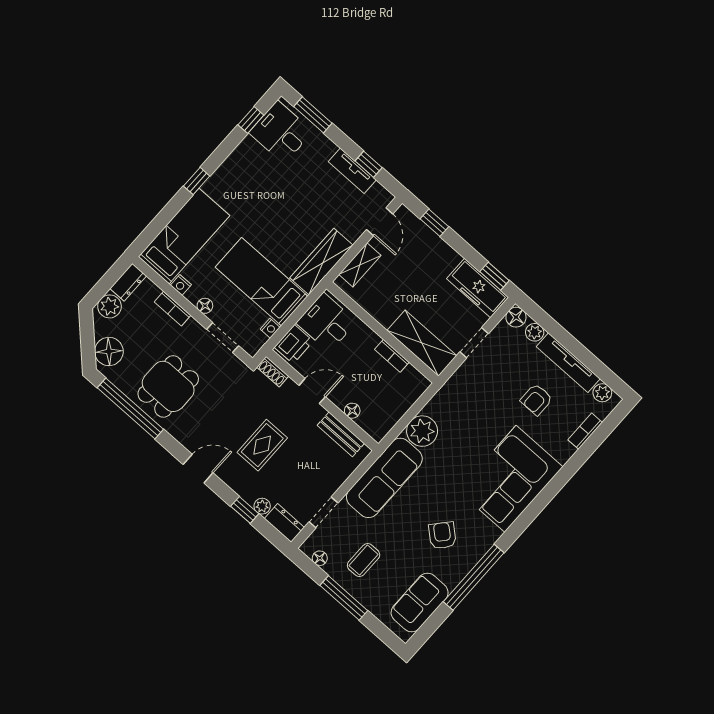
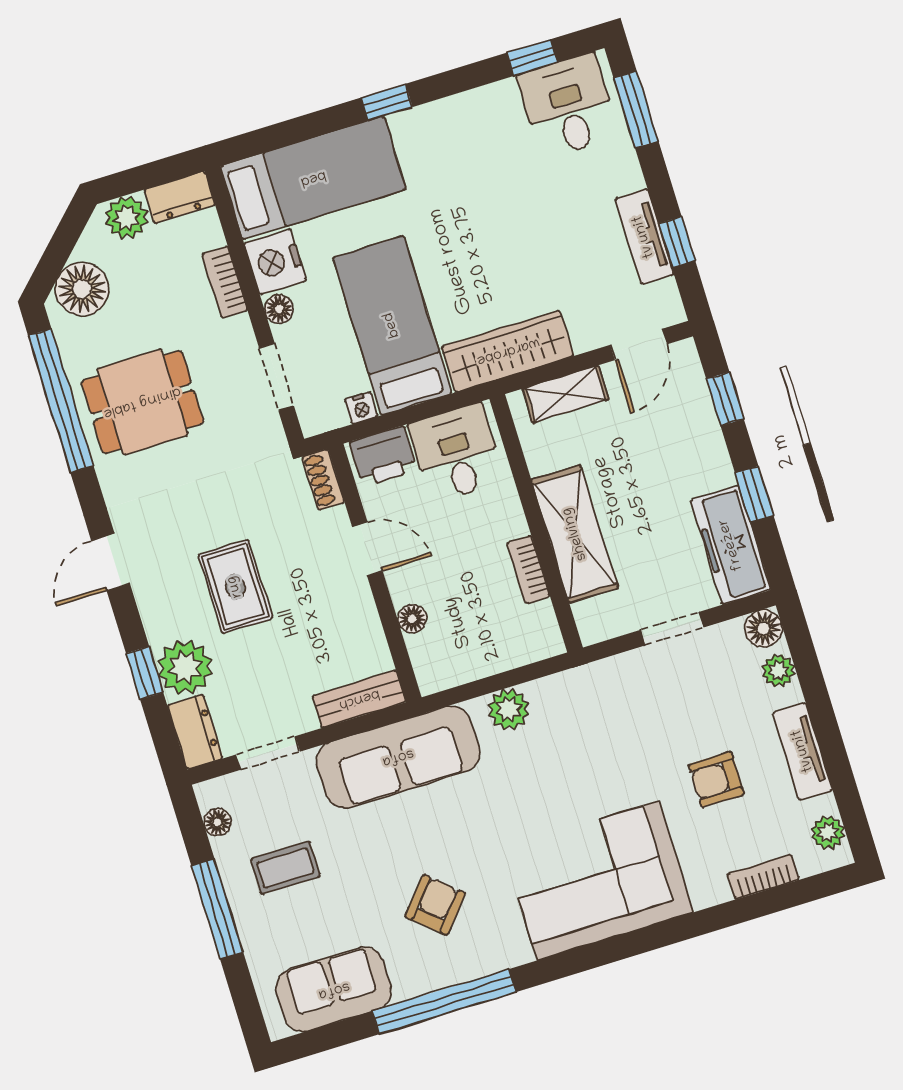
window: (495, 276) -> (754, 494), moved
nightstand: (181, 285) -> (275, 262), width x1.89, depth x1.79
shelving: (422, 343) -> (575, 534), moved
tv unit: (568, 363) -> (803, 751), width x0.71
plant: (422, 431) -> (509, 709), width x0.73, depth x0.73
bench: (341, 434) -> (359, 699), moved, turned 90
rug: (262, 445) -> (235, 587), turned 90
door: (198, 469) -> (110, 562), swing flipped
plant: (262, 506) -> (185, 667), width x1.88, depth x1.88

